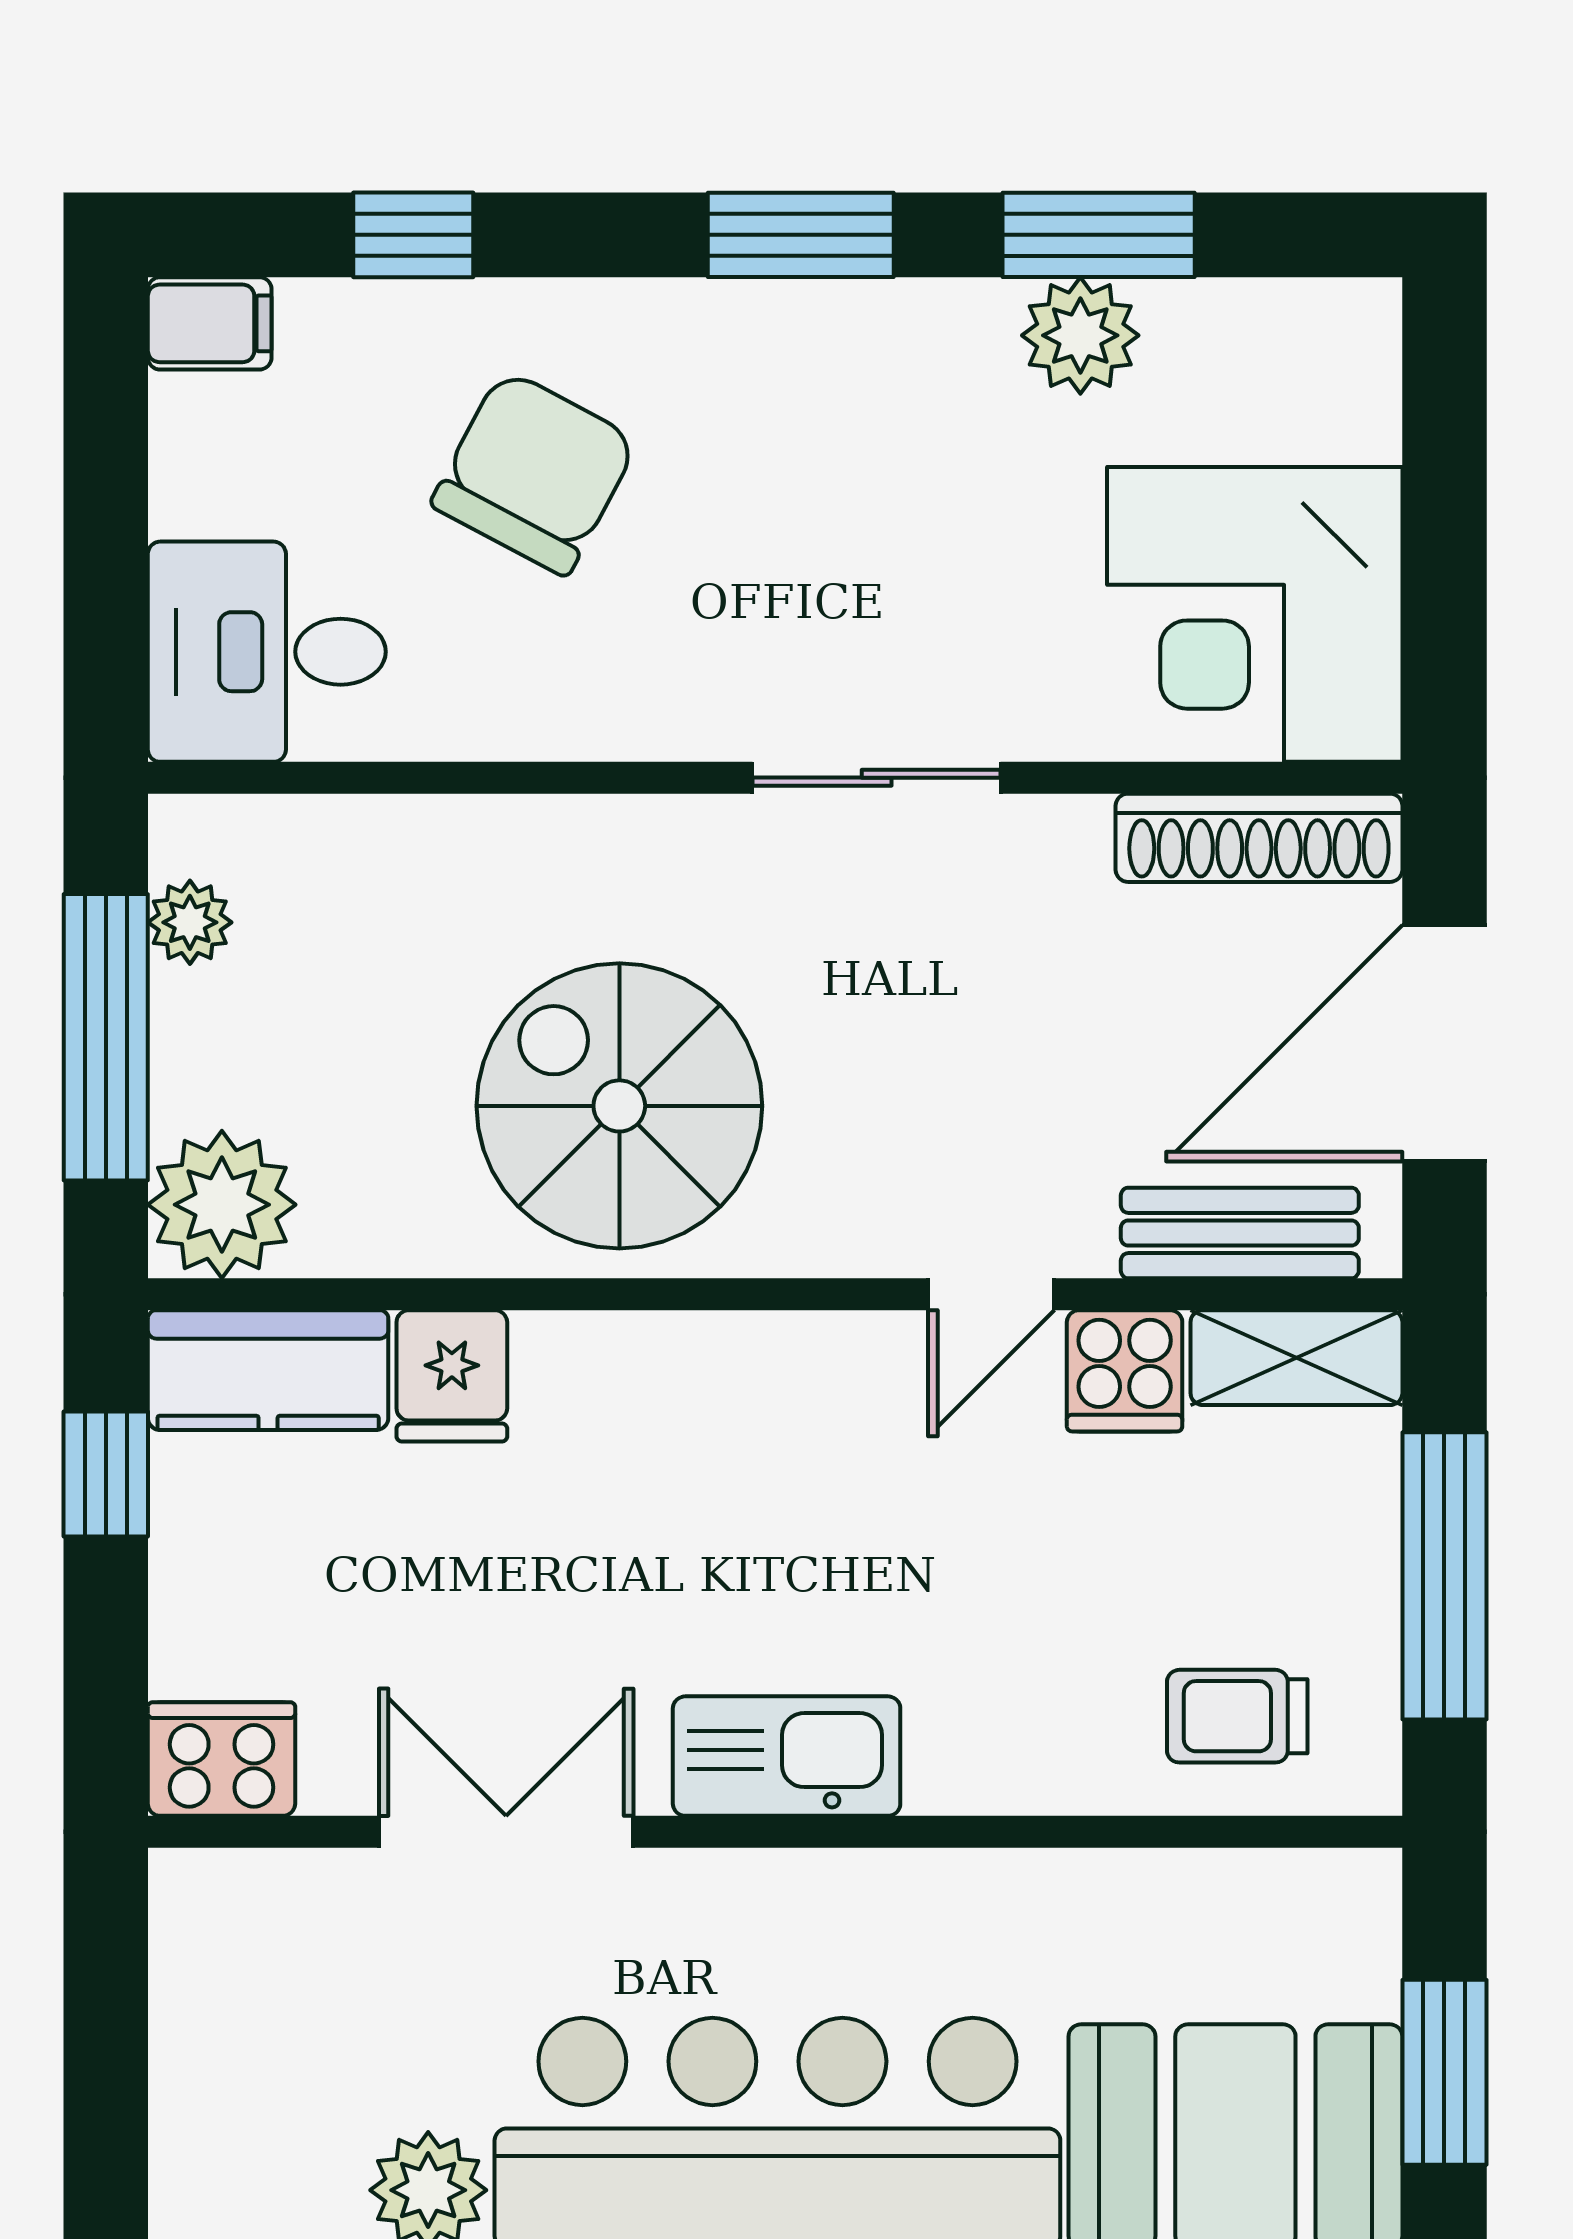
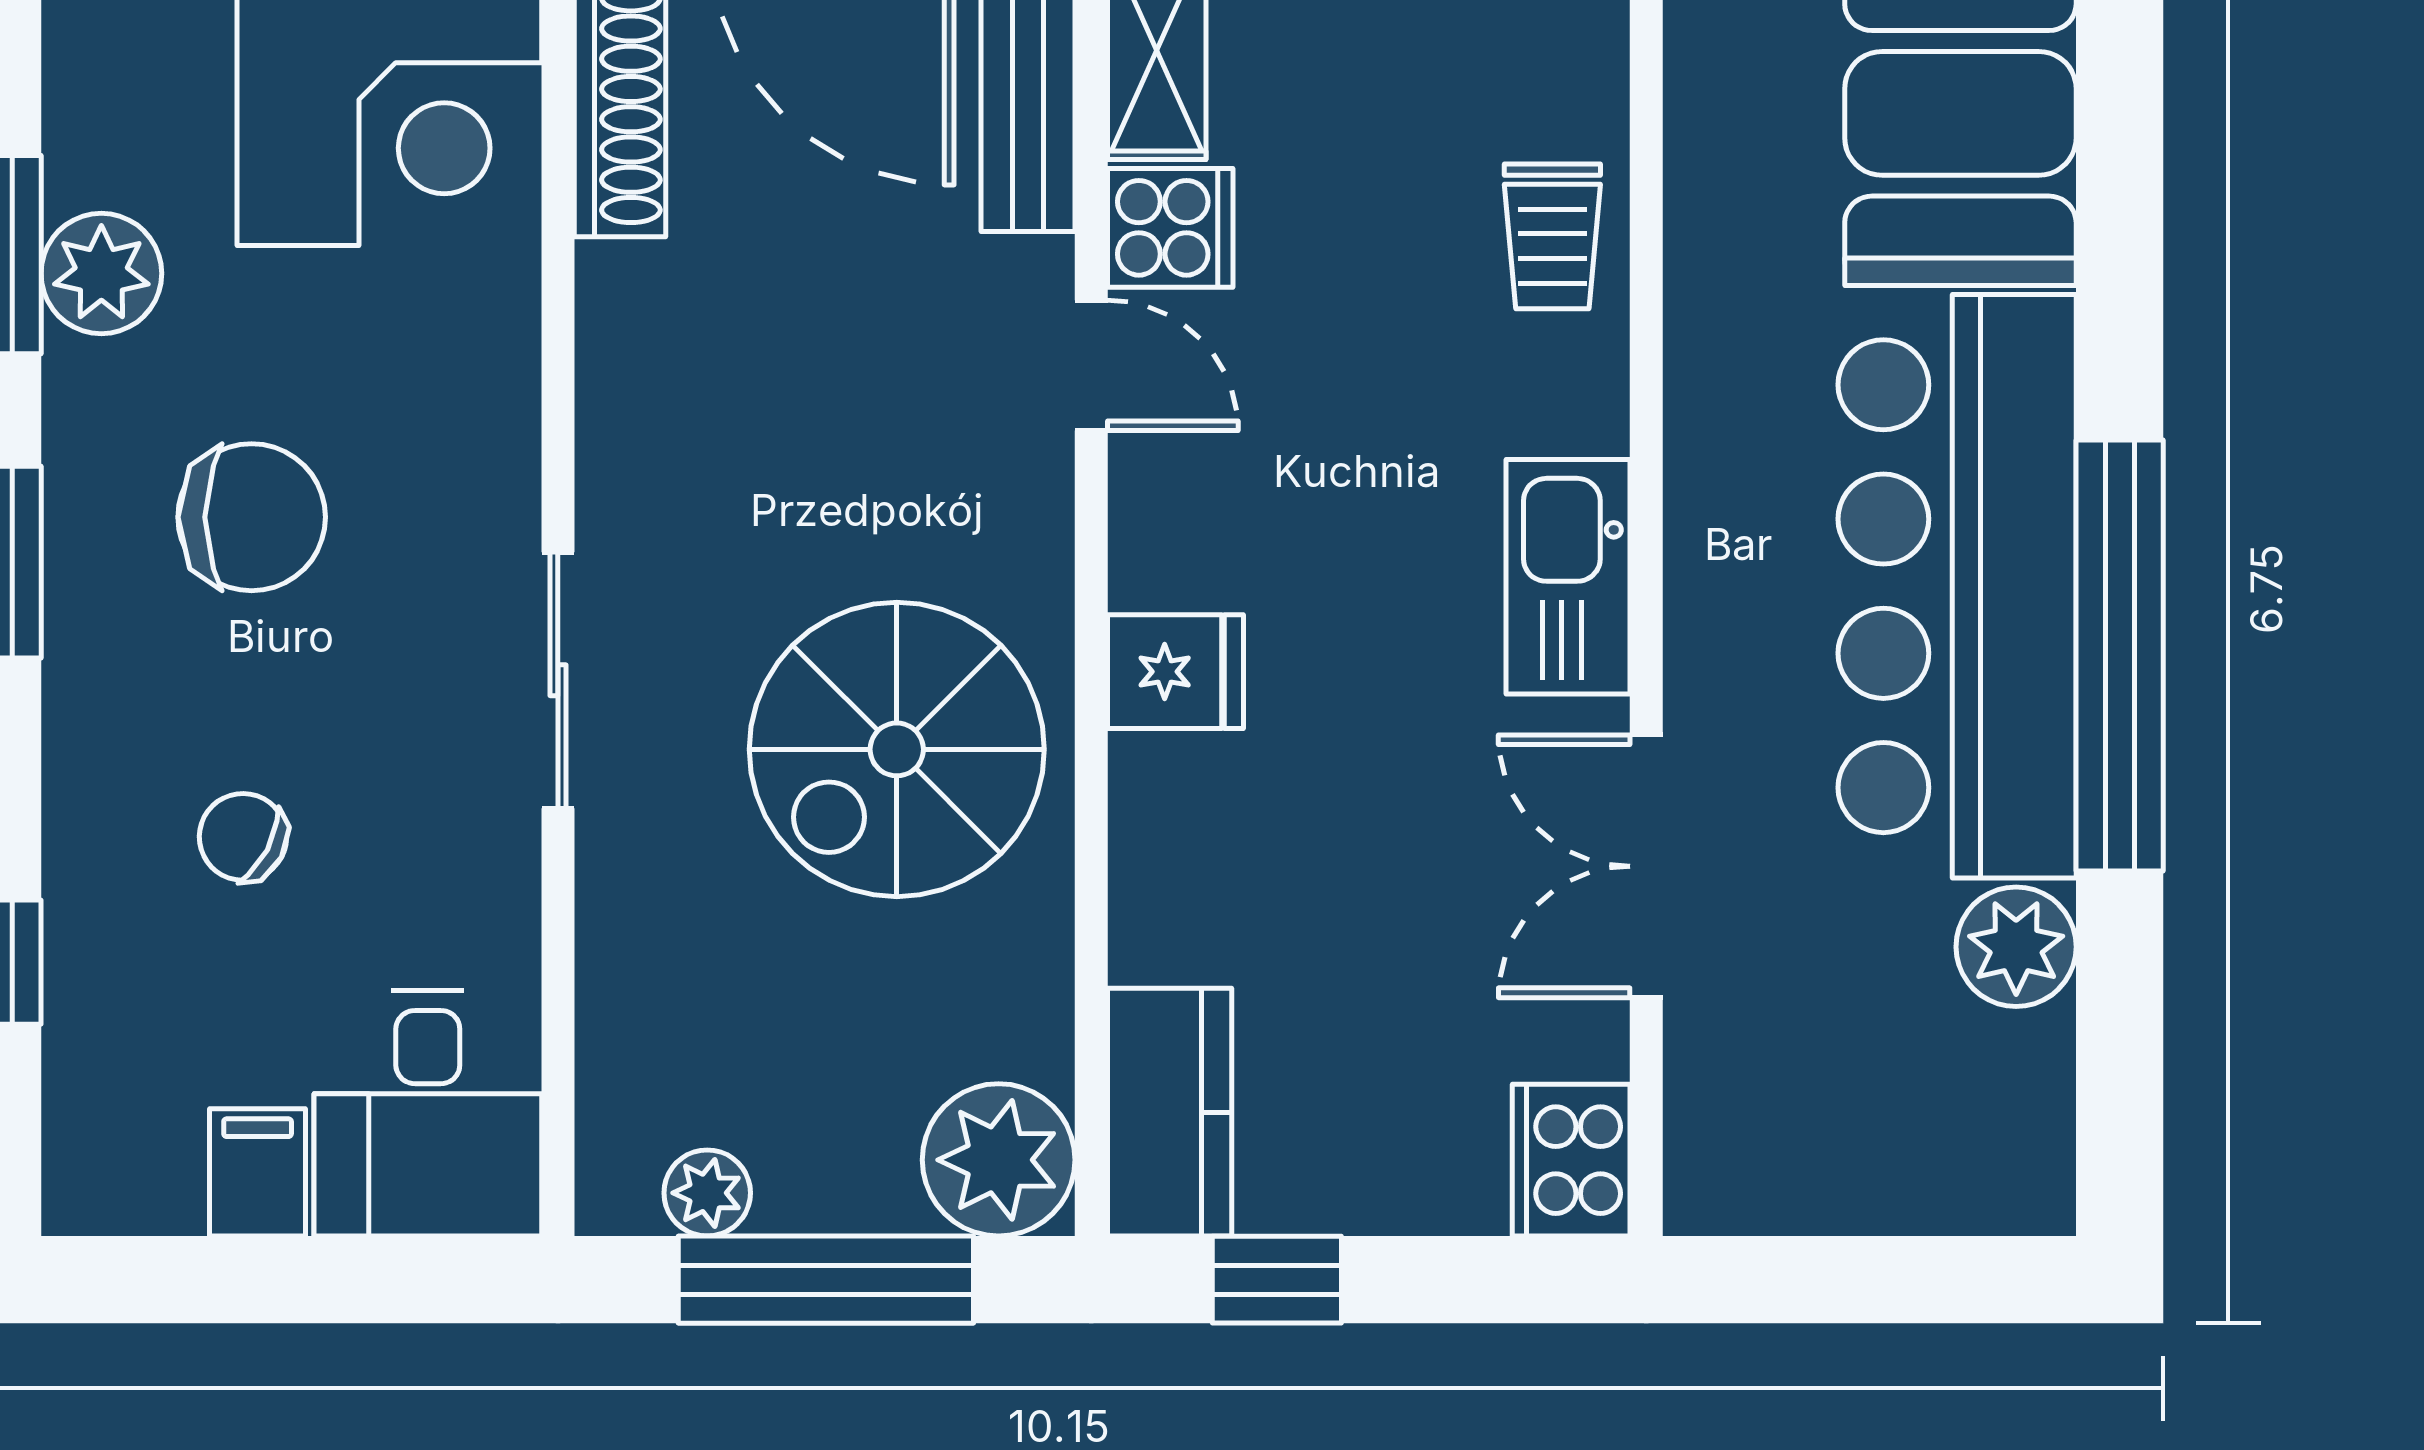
filing cabinet: (210, 323) -> (258, 1172), moved
chair: (535, 473) -> (243, 837), width x0.54, depth x0.54
chair: (844, 481) -> (252, 517), added
sliding door: (877, 778) -> (558, 680), moved
fridge: (452, 1376) -> (1176, 672), moved
trolley: (1237, 1716) -> (1552, 236), moved

